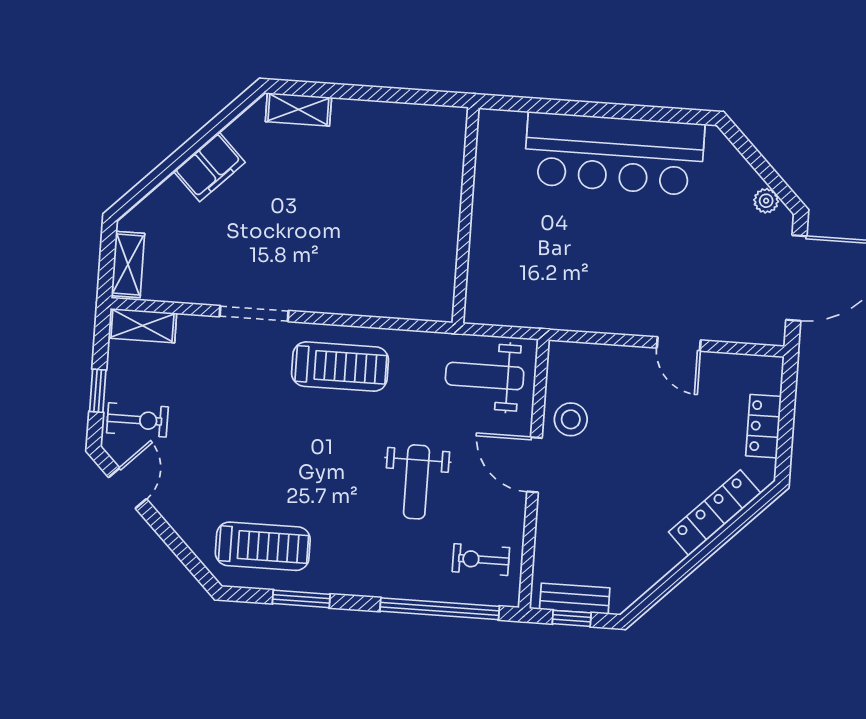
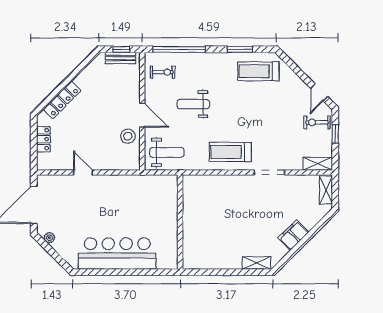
weight bench: (416, 482) -> (193, 104), turned -90

